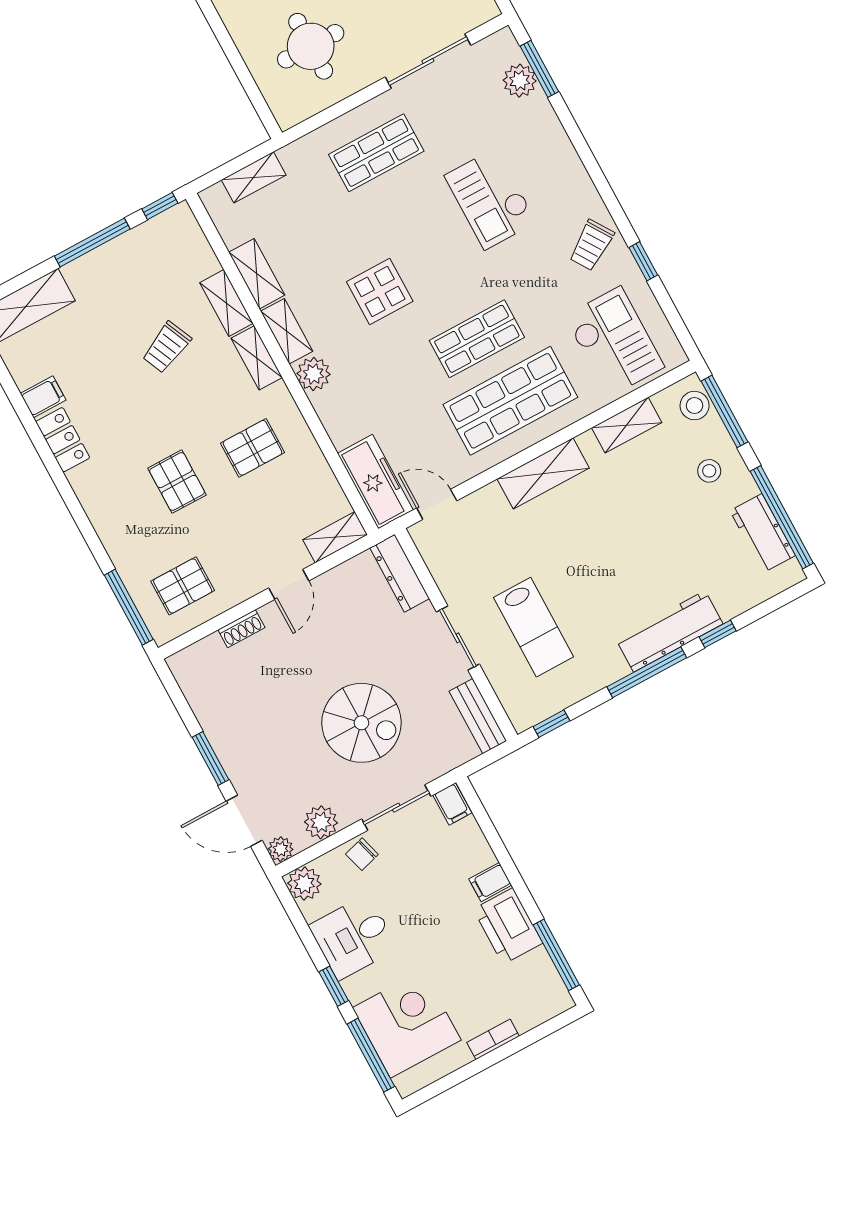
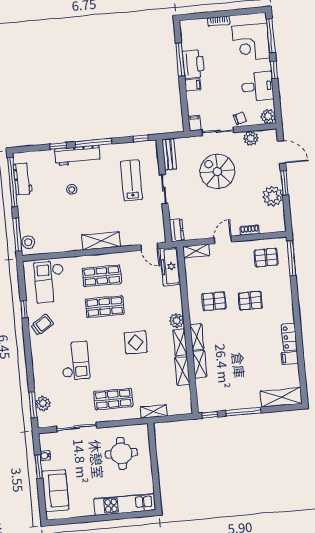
shelving: (254, 177) -> (154, 411), moved
trolley: (167, 347) -> (231, 357), removed
shop shelf: (510, 401) -> (102, 276), width x0.70, depth x0.74
shelving: (627, 425) -> (59, 246), removed
stool: (709, 471) -> (72, 189), moved
pallet: (177, 482) -> (250, 301), turned 90
dresser: (400, 573) -> (177, 230), width x0.70
plant: (281, 849) -> (273, 196), moved, width x1.87, depth x1.87
window: (556, 955) -> (180, 60), moved

